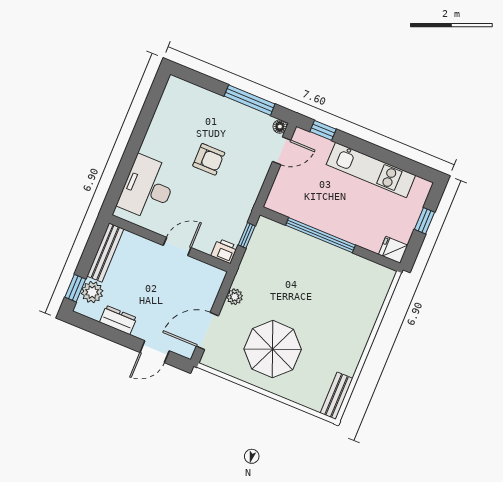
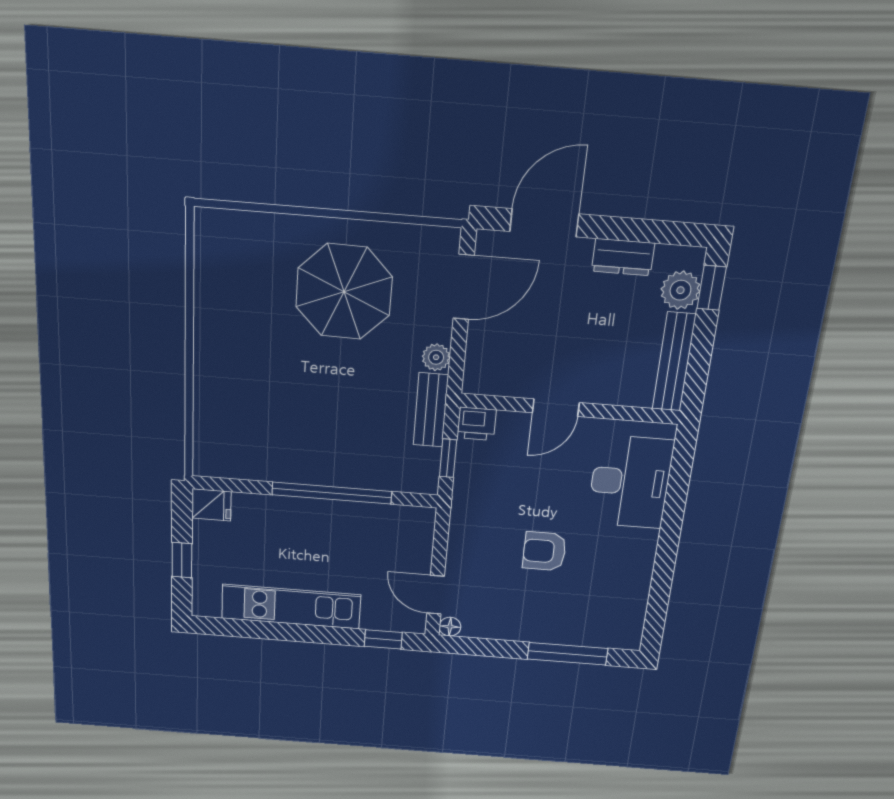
window: (250, 100) -> (568, 654), moved
door: (282, 151) -> (436, 595), hinge flipped
door: (155, 352) -> (544, 223), width x1.38
bench: (337, 396) -> (431, 410), moved

